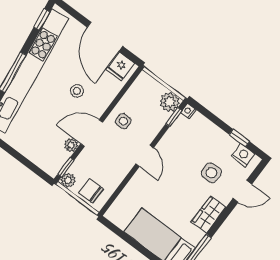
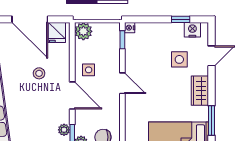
plant: (170, 102) -> (83, 31), moved
door: (92, 133) -> (72, 95), swing flipped
plant: (71, 145) -> (64, 130), moved

